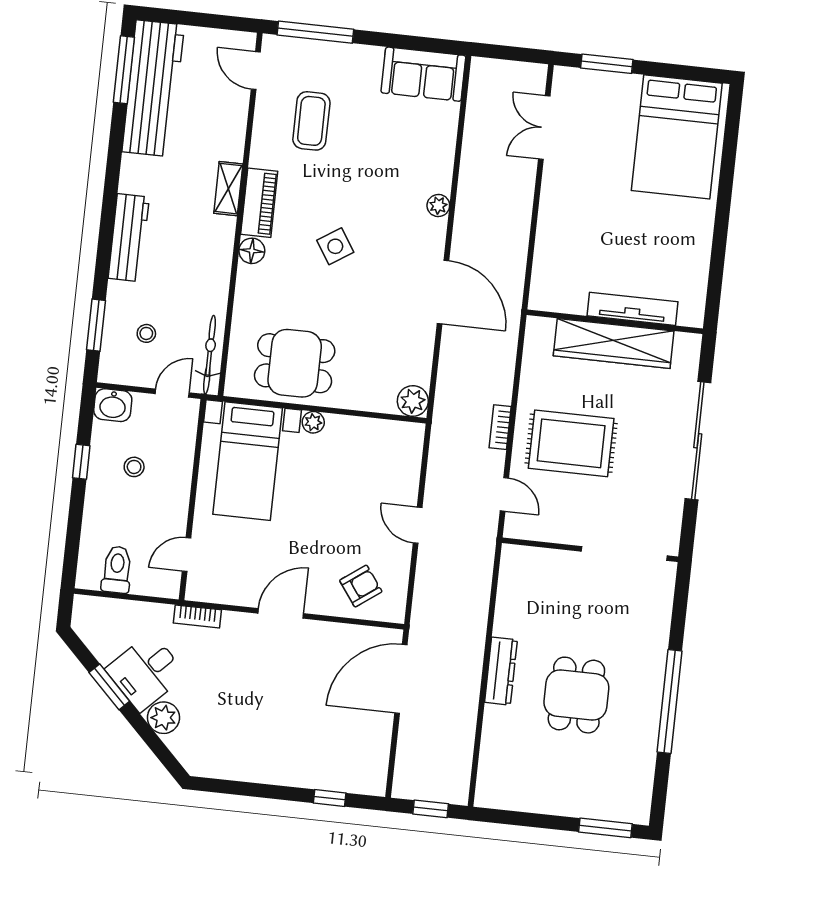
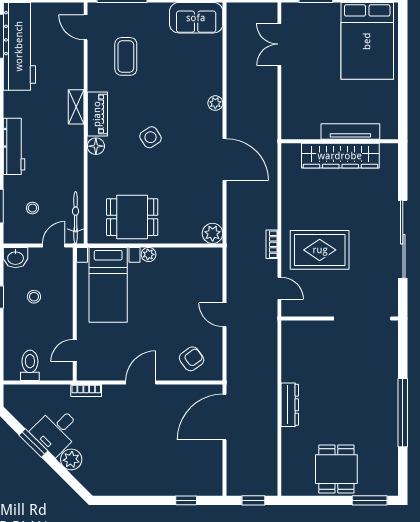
tv unit: (632, 309) -> (350, 131), moved
wall: (615, 322) -> (340, 141), moved
wardrobe: (614, 343) -> (340, 156), moved
dining table: (576, 695) -> (336, 469), moved

